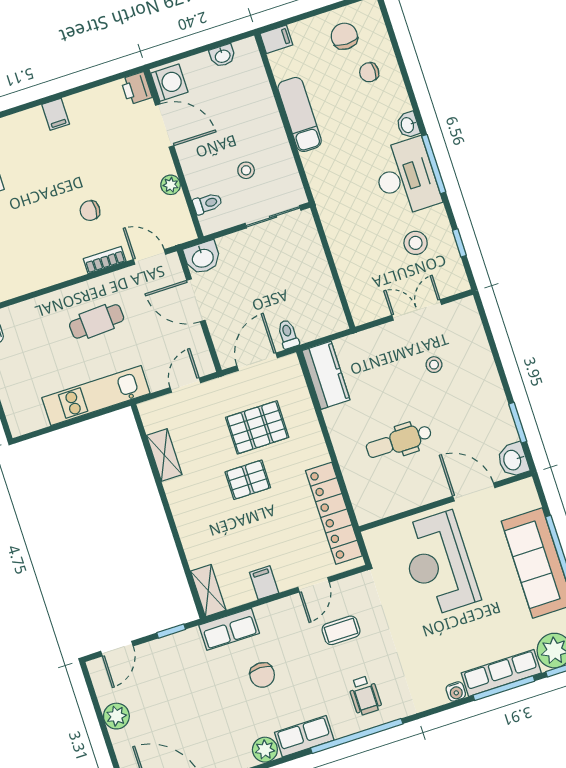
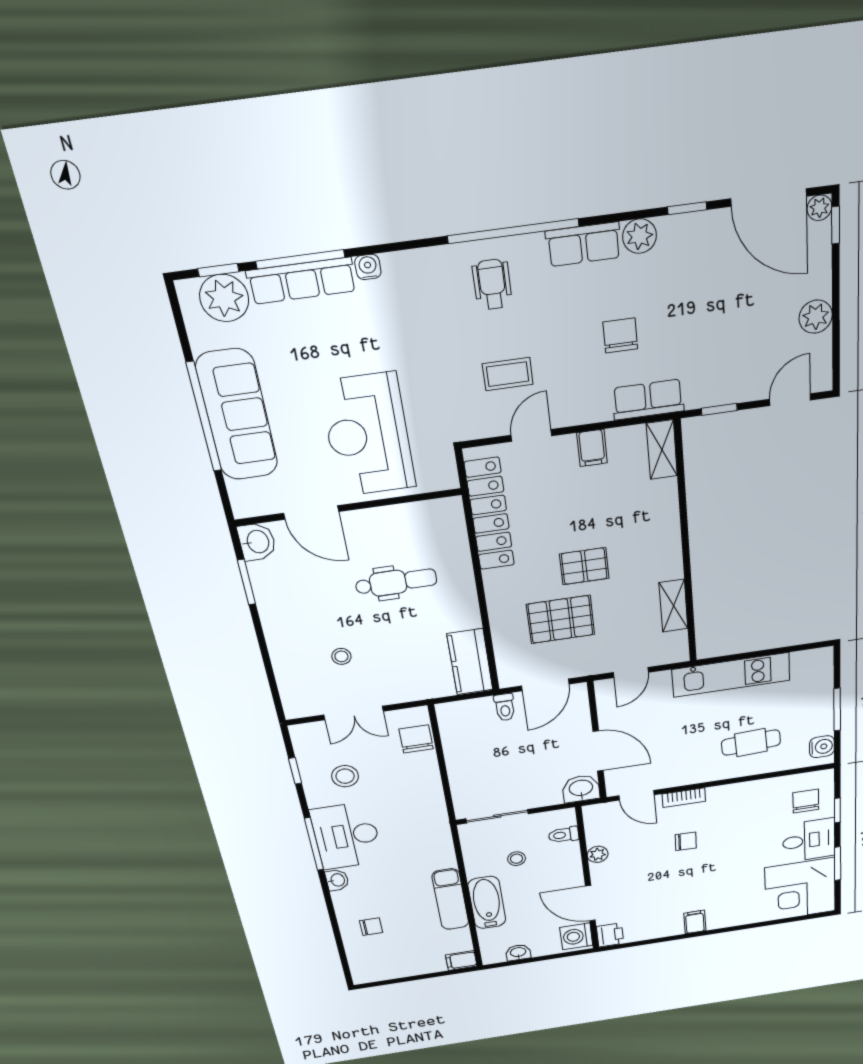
chair: (344, 36) -> (416, 739), moved, turned 180
bathtub: (264, 115) -> (487, 903), added
cafe table: (97, 321) -> (751, 743), moved
reception desk: (439, 564) -> (368, 435), turned 180

